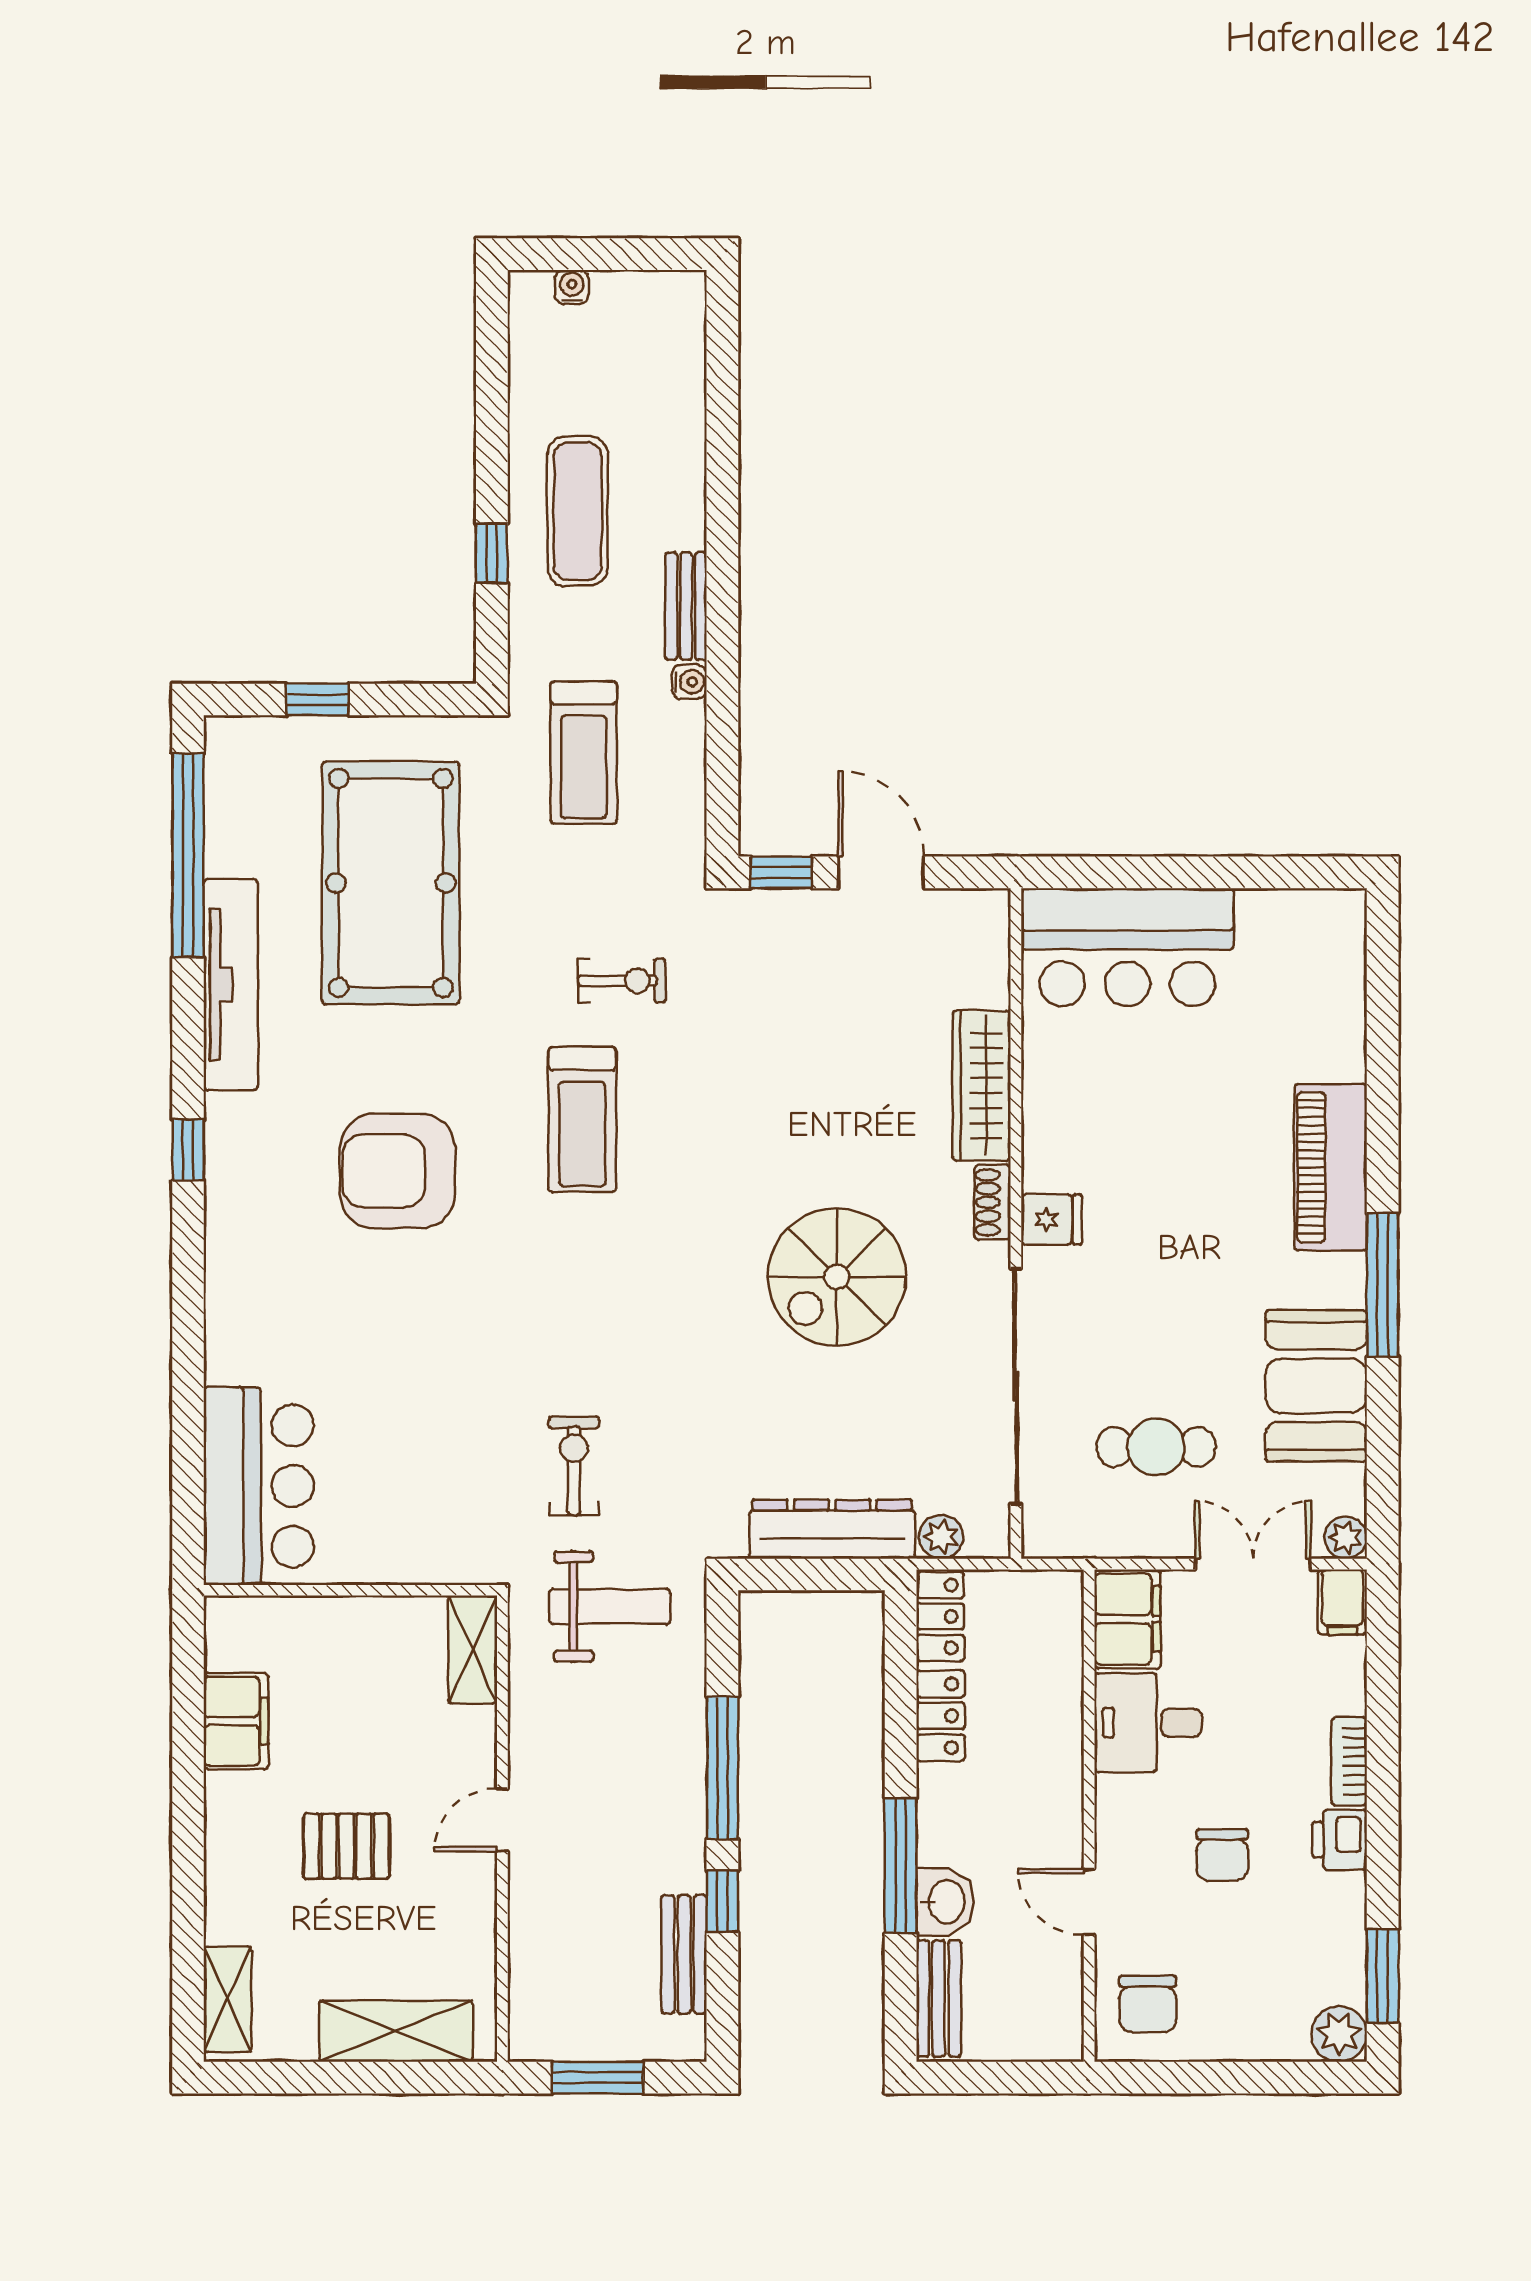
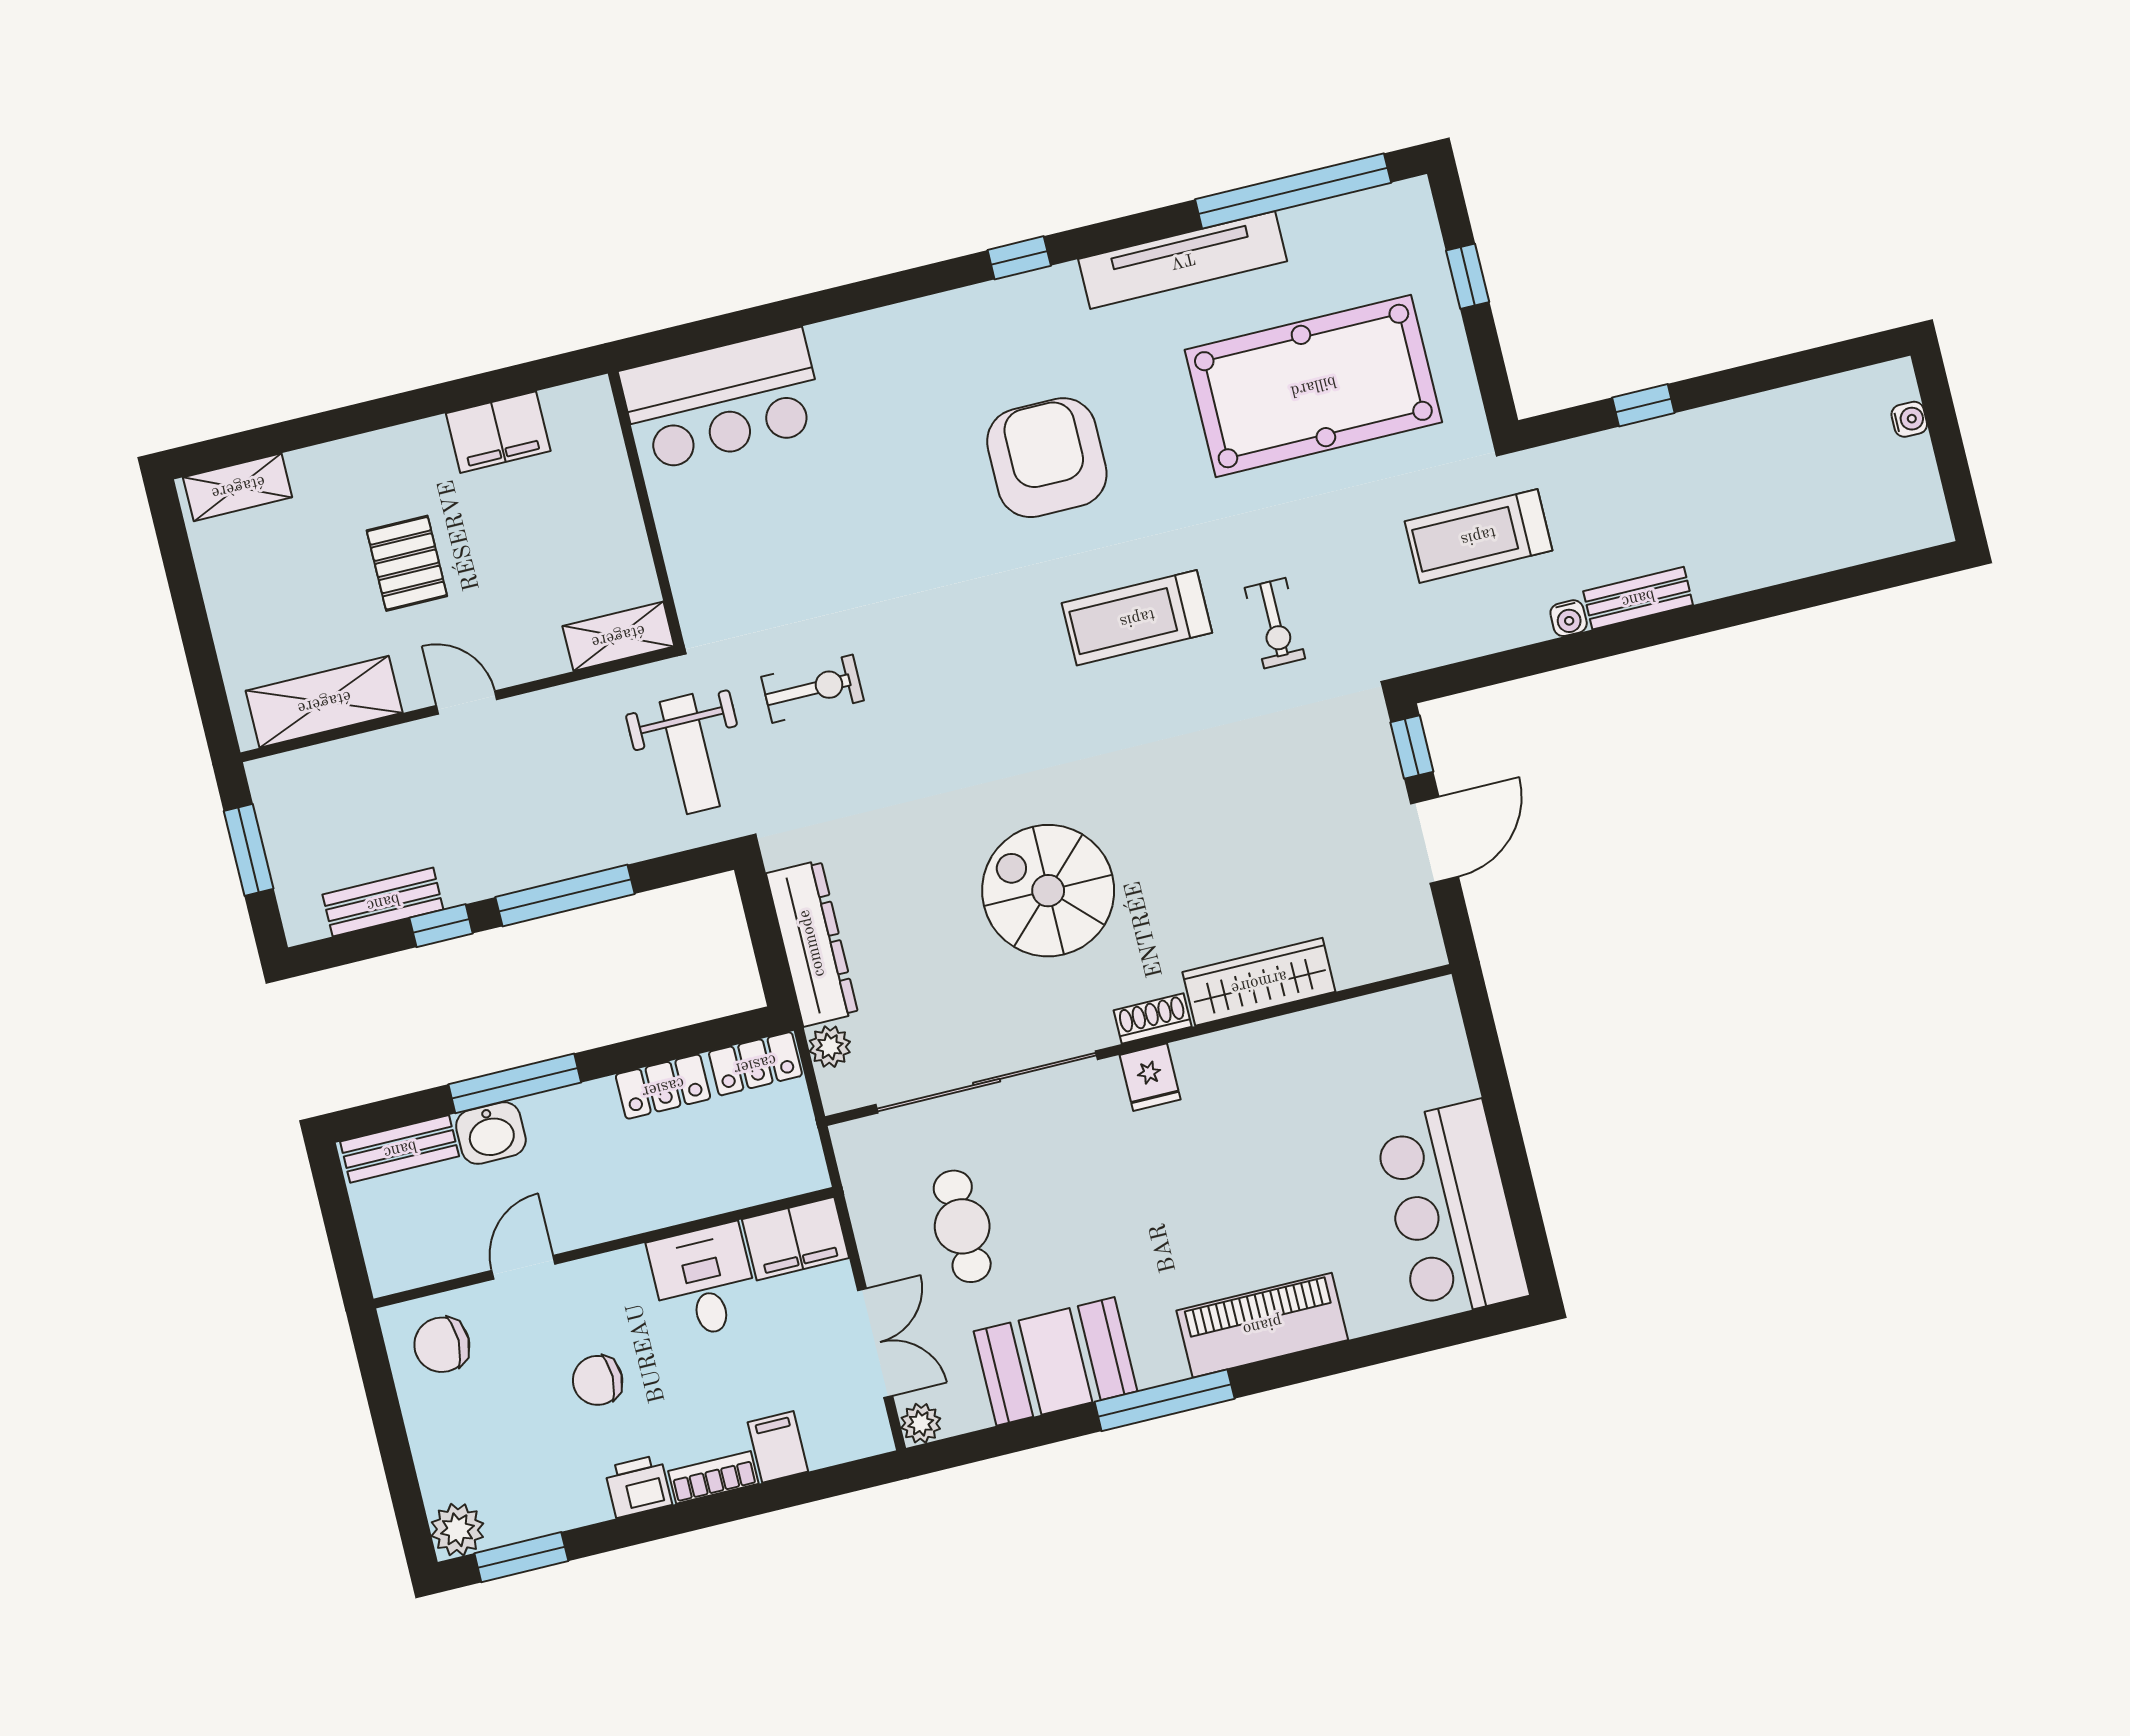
exercise mat: (578, 511) -> (1702, 476), removed
bar counter: (1127, 947) -> (1451, 1210), moved
filing cabinet: (1342, 1602) -> (778, 1447), moved, turned 90
shelving: (396, 2031) -> (324, 702), moved, turned 90

